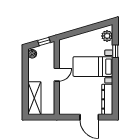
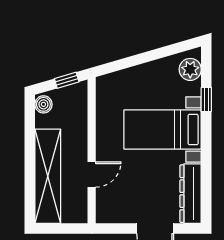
door: (57, 75) -> (92, 174), moved
shelving: (34, 98) -> (48, 176), width x1.47

